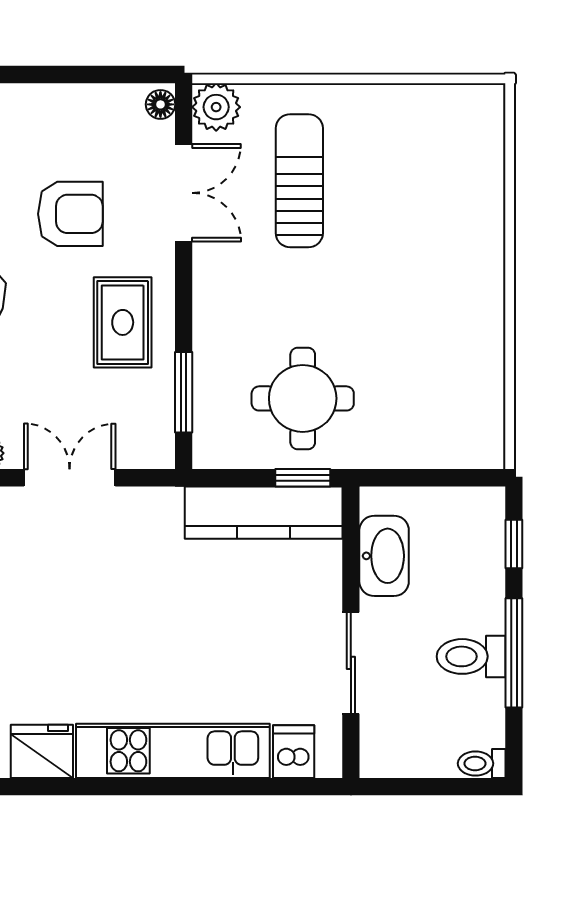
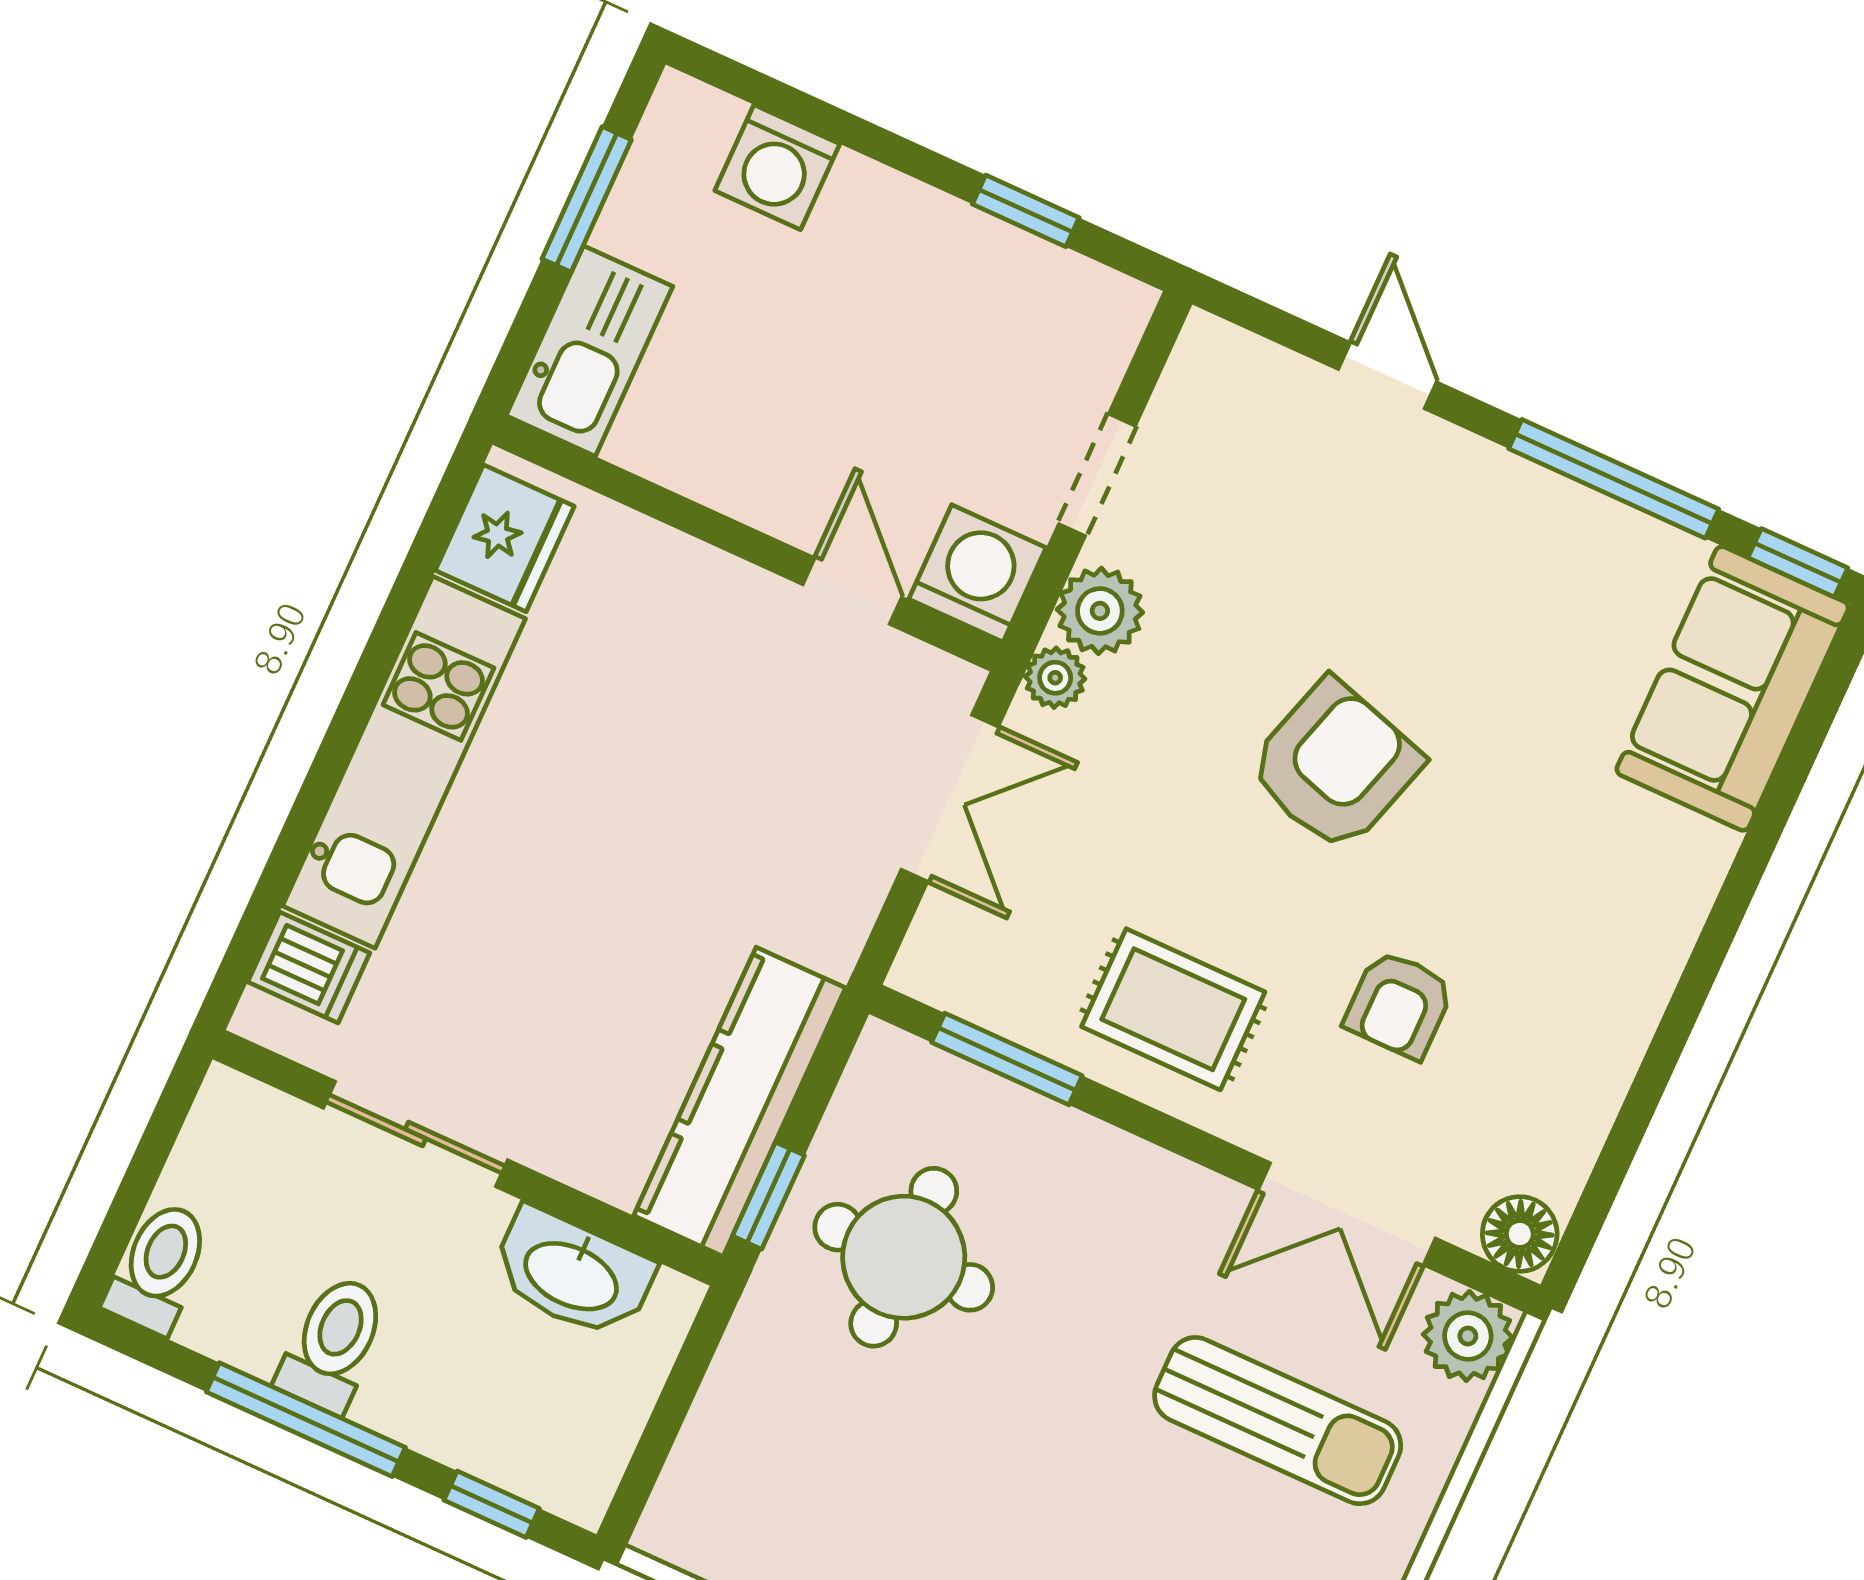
floor lamp: (160, 104) -> (1520, 1234), width x1.37, depth x1.37
armchair: (70, 214) -> (1399, 1004), width x0.72, depth x0.72
toilet: (482, 763) -> (159, 1267), width x1.37, depth x1.39

